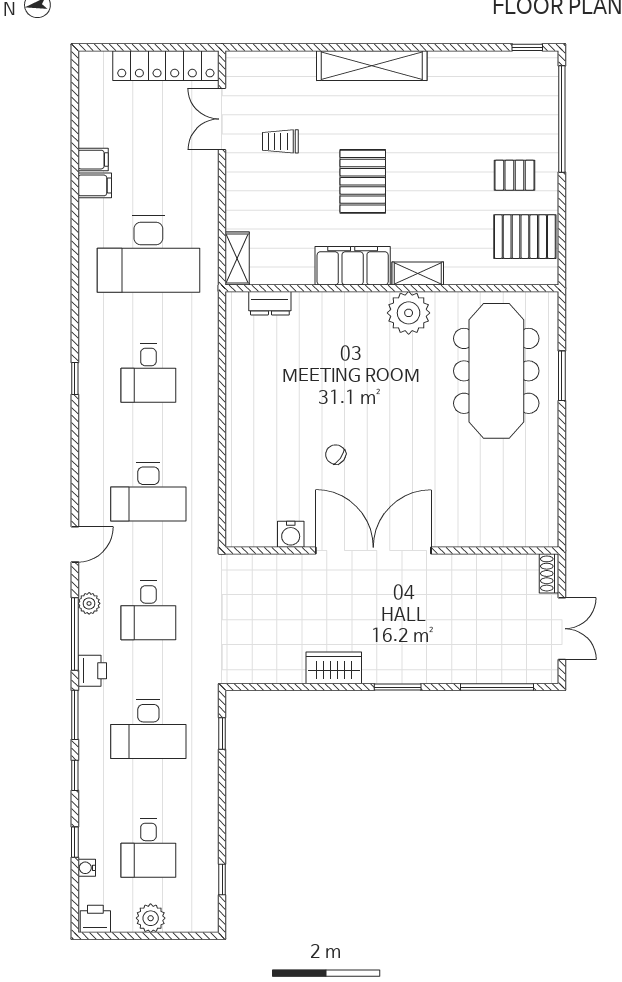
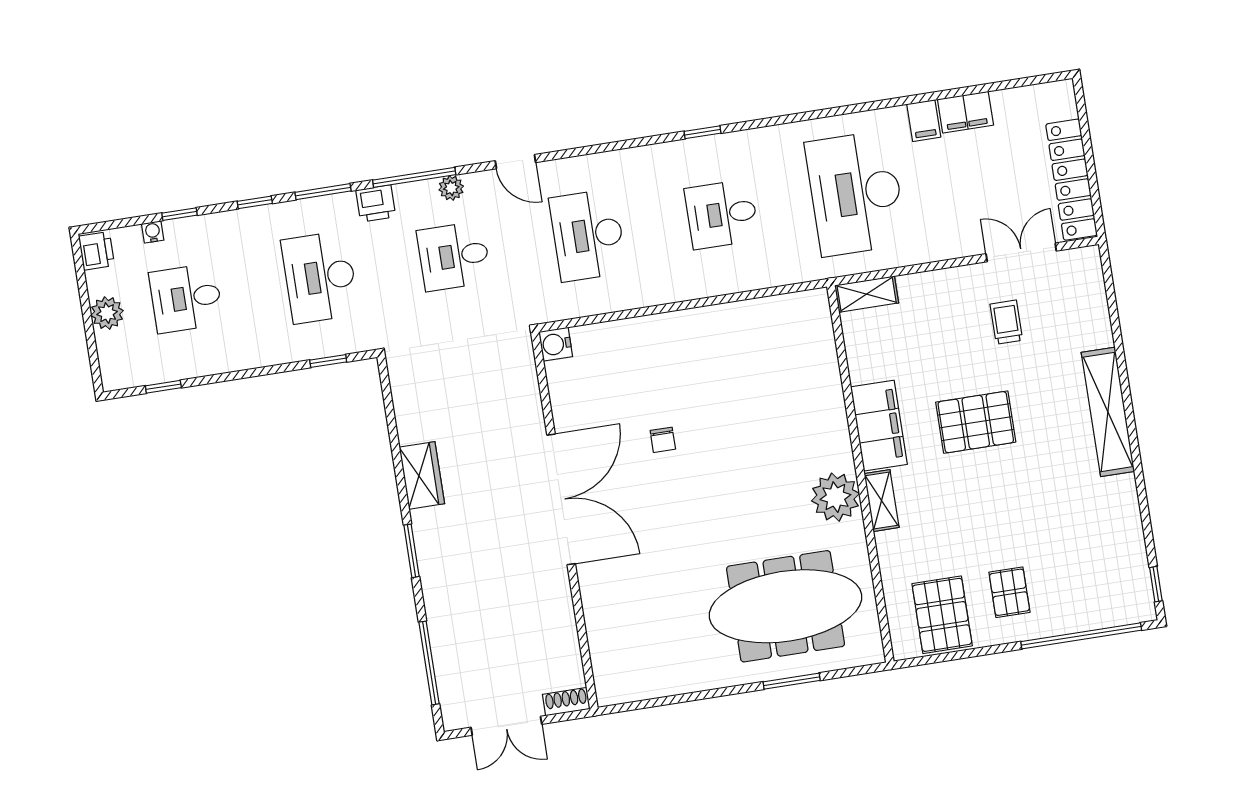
filing cabinet: (93, 160) -> (965, 112), width x2.00
dresser: (270, 303) -> (822, 339), removed
chair: (336, 455) -> (663, 440), turned 144
water cooler: (291, 534) -> (556, 344), moved

